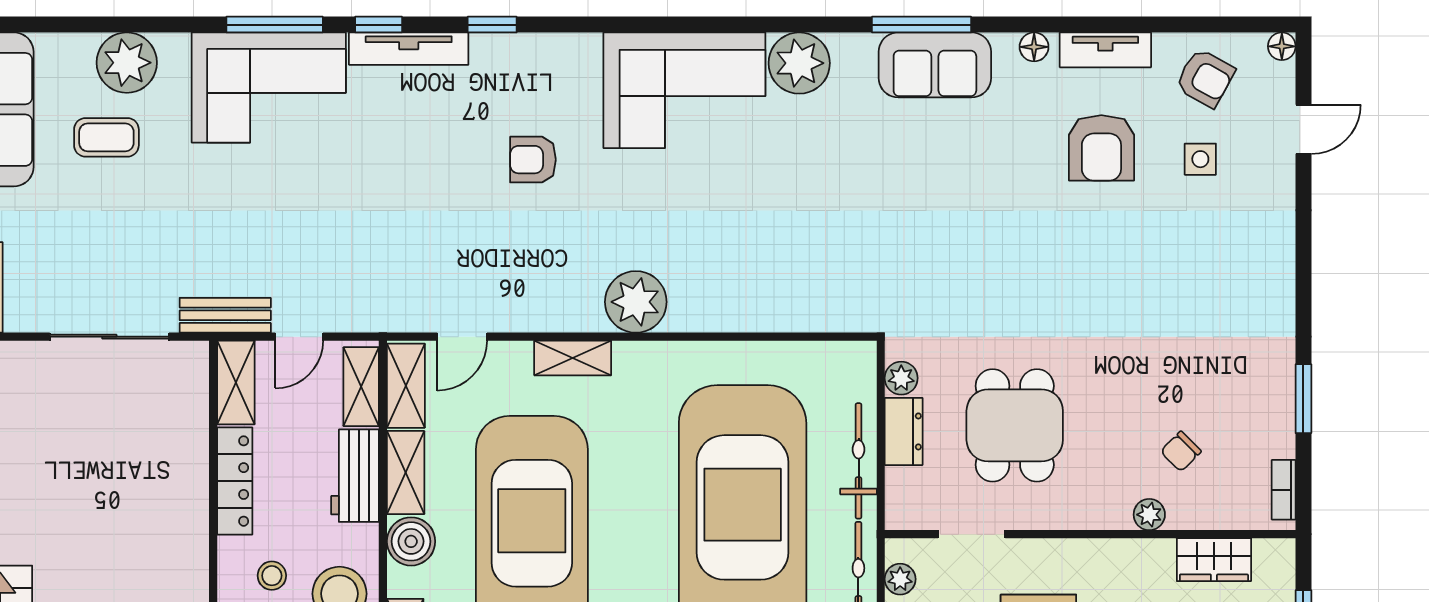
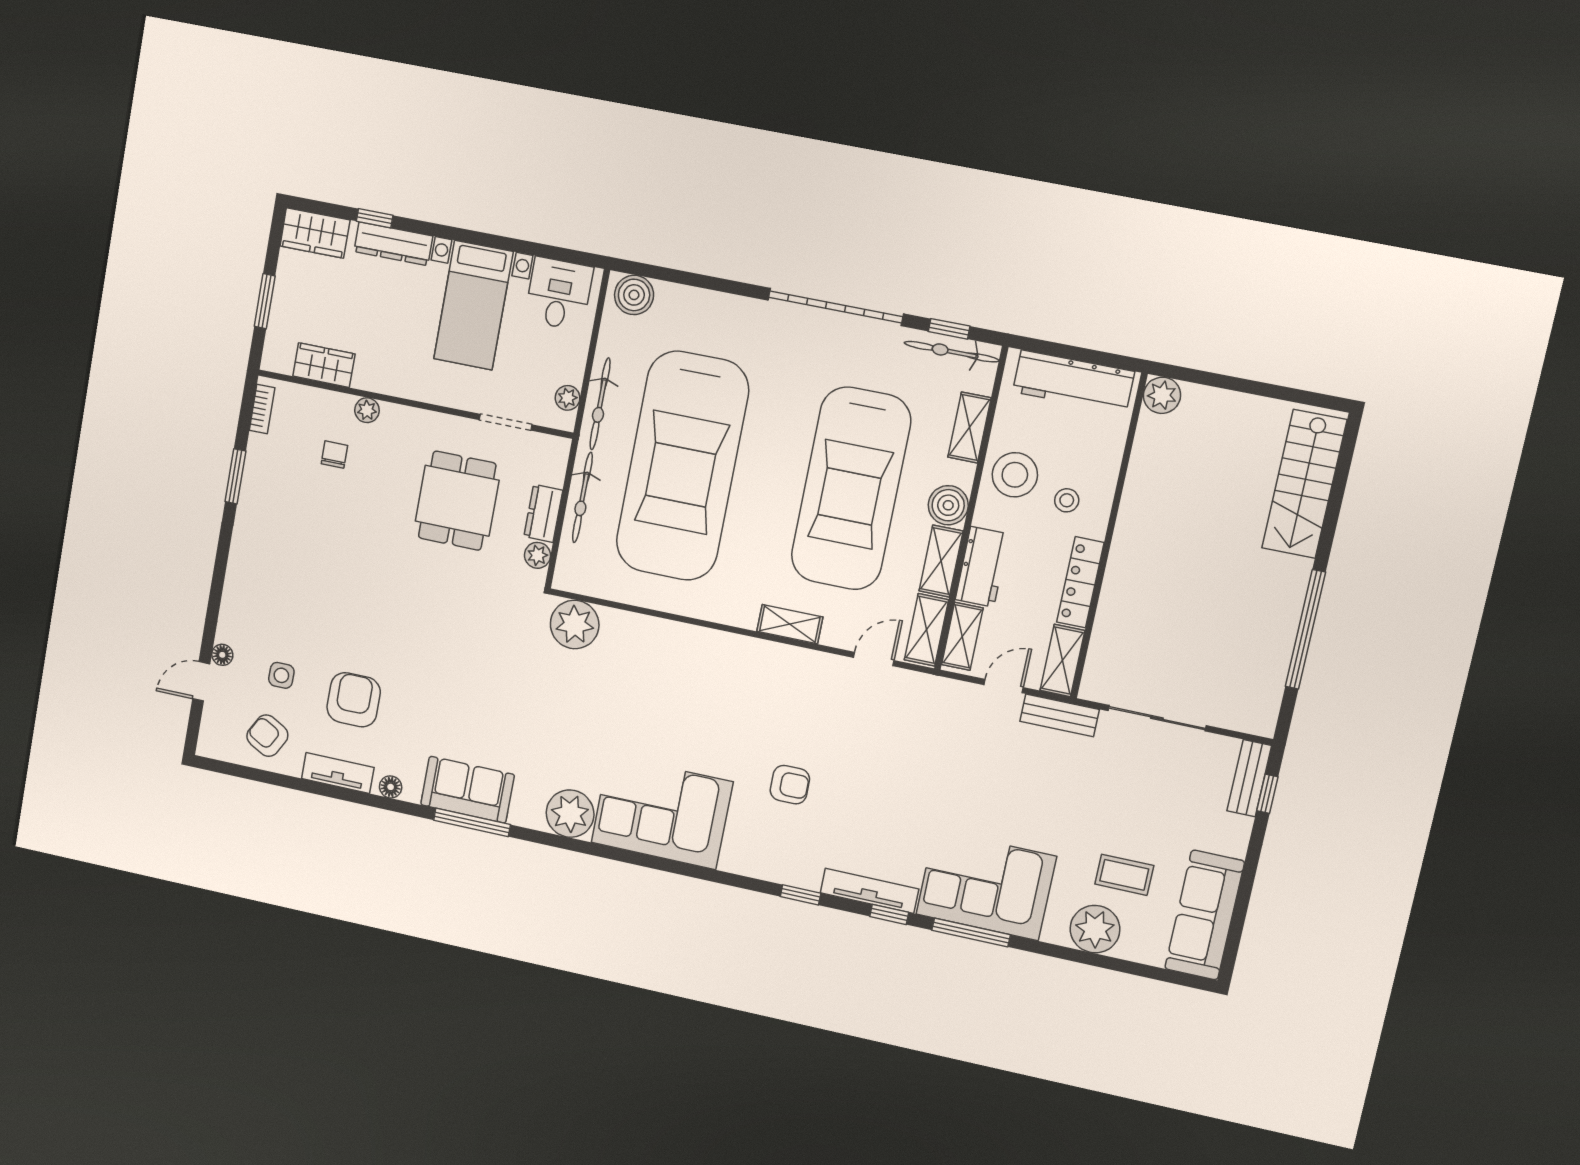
floor lamp: (1282, 46) -> (222, 655), moved
plant: (636, 302) -> (575, 624), moved
chair: (1181, 451) -> (334, 455), turned -45

